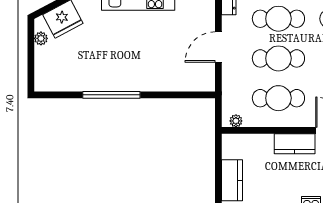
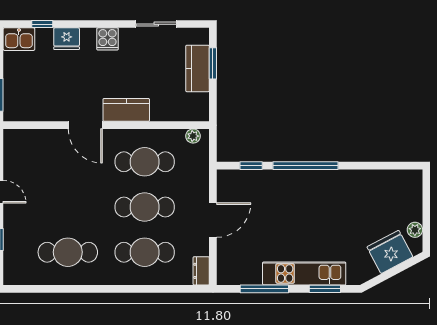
window: (111, 95) -> (306, 166), moved
window: (185, 95) -> (251, 166), added
window: (218, 185) -> (213, 63), added

